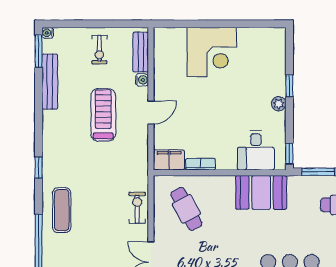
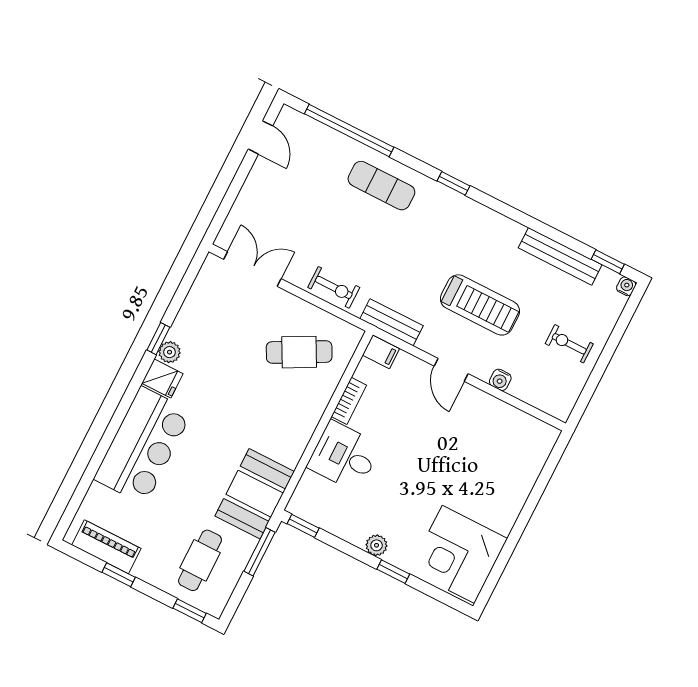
window: (39, 51) -> (608, 262), width x0.67
bench: (141, 52) -> (391, 322), moved
corner desk: (212, 52) -> (458, 554), moved
desk: (256, 150) -> (344, 456), moved
filing cabinet: (169, 160) -> (381, 352), width x0.50
booth: (261, 192) -> (255, 494), moved

